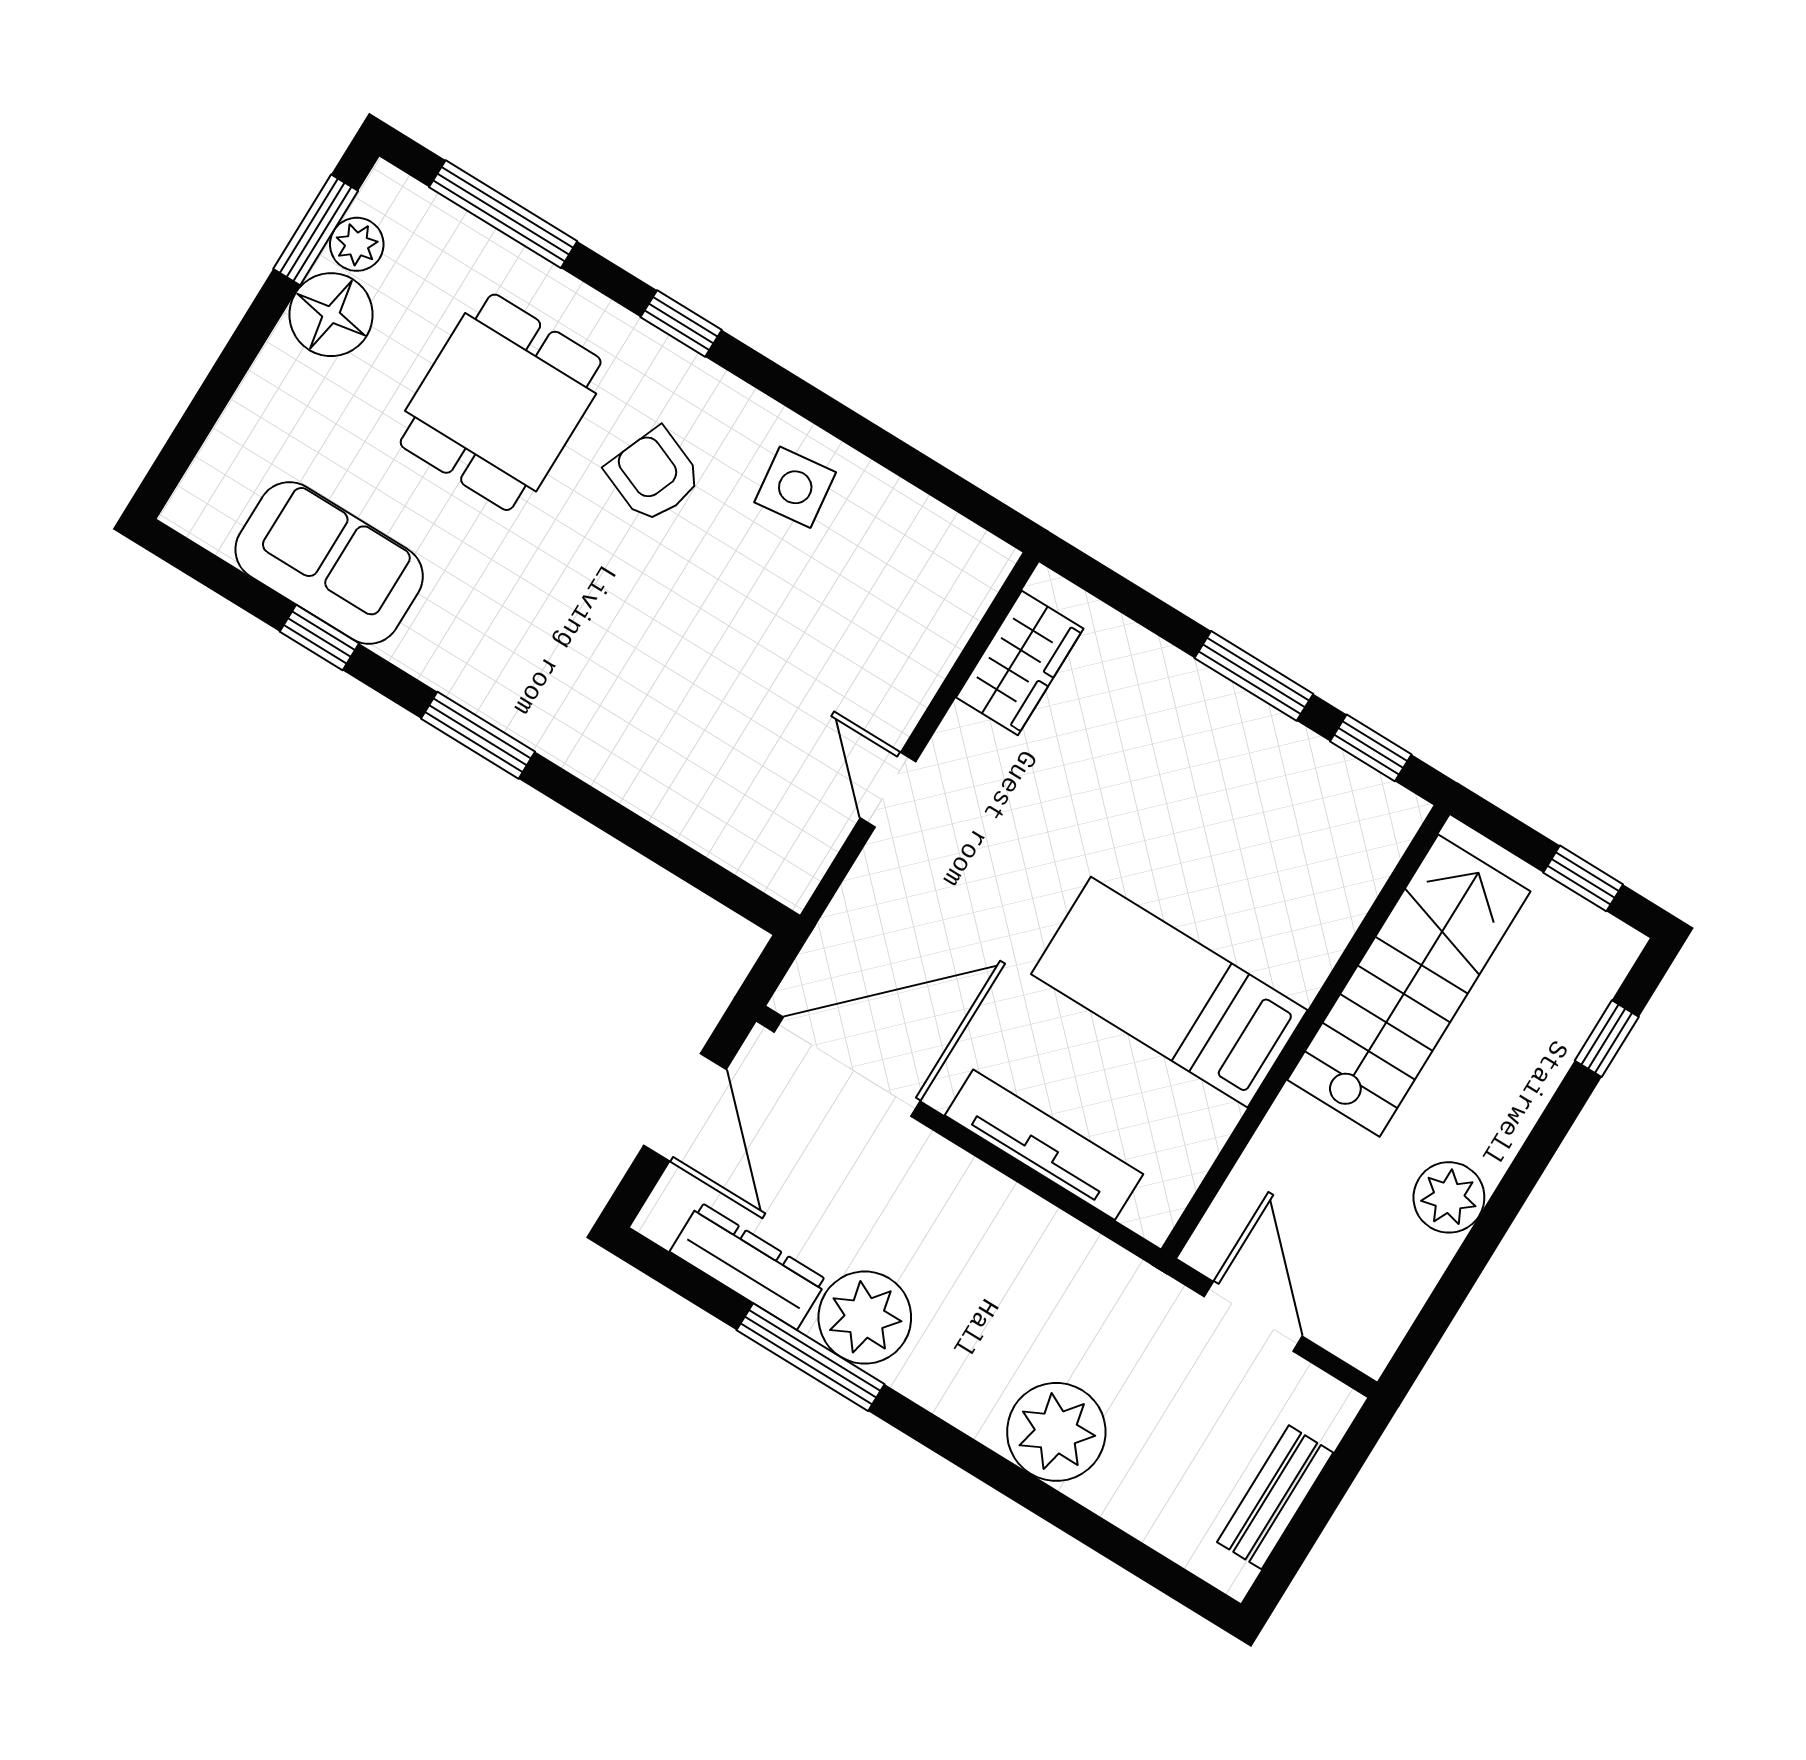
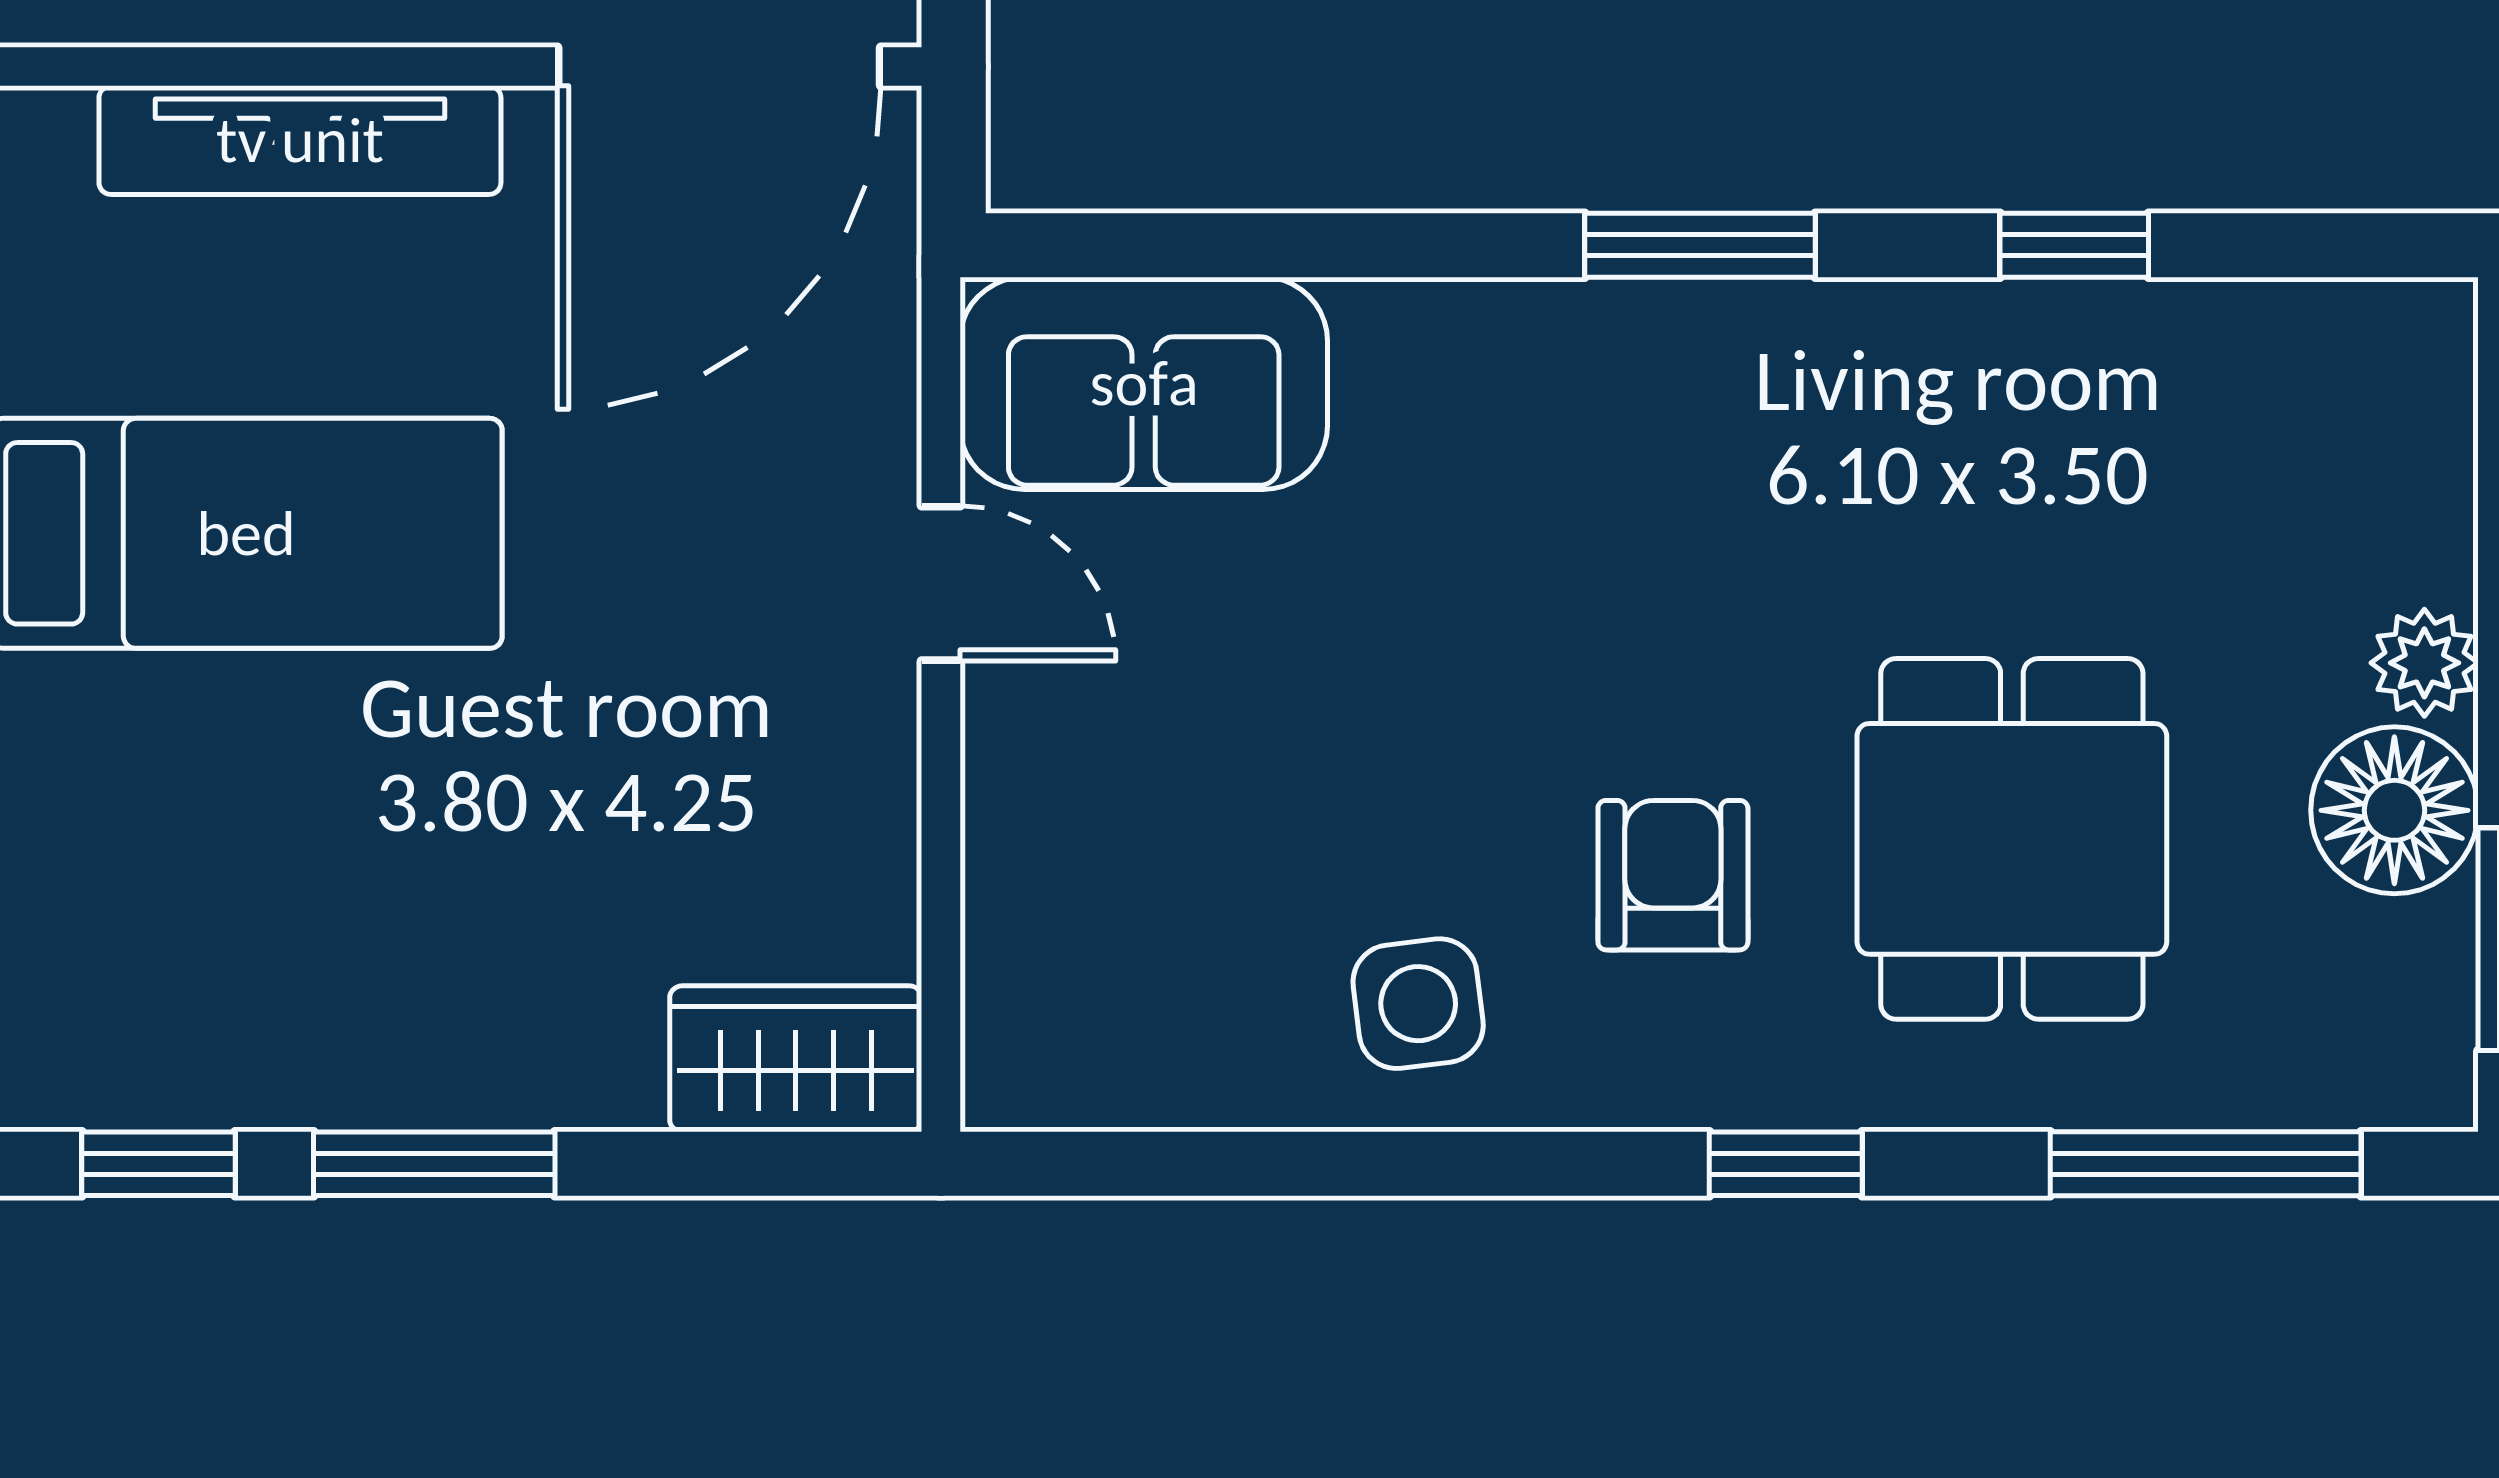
plant: (357, 244) -> (2424, 663), moved
armchair: (654, 475) -> (1673, 875), turned -112
sofa: (329, 563) -> (1144, 383), moved
wardrobe: (1020, 663) -> (796, 1059), moved, turned 90

